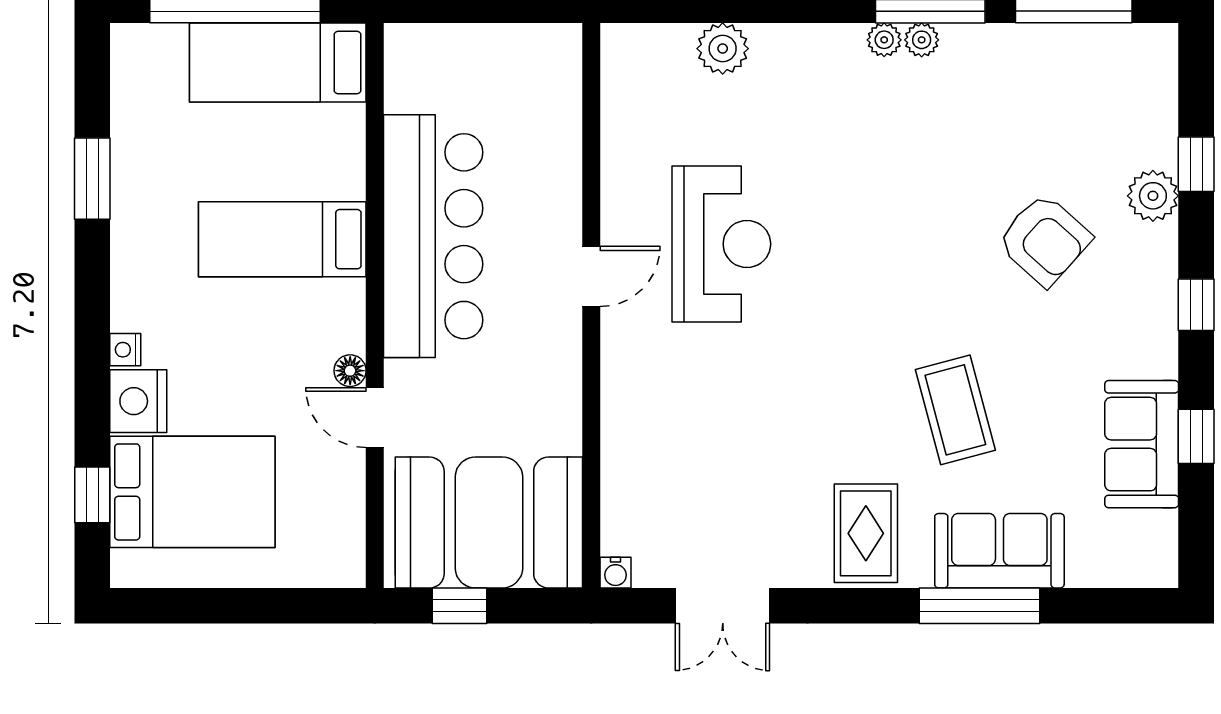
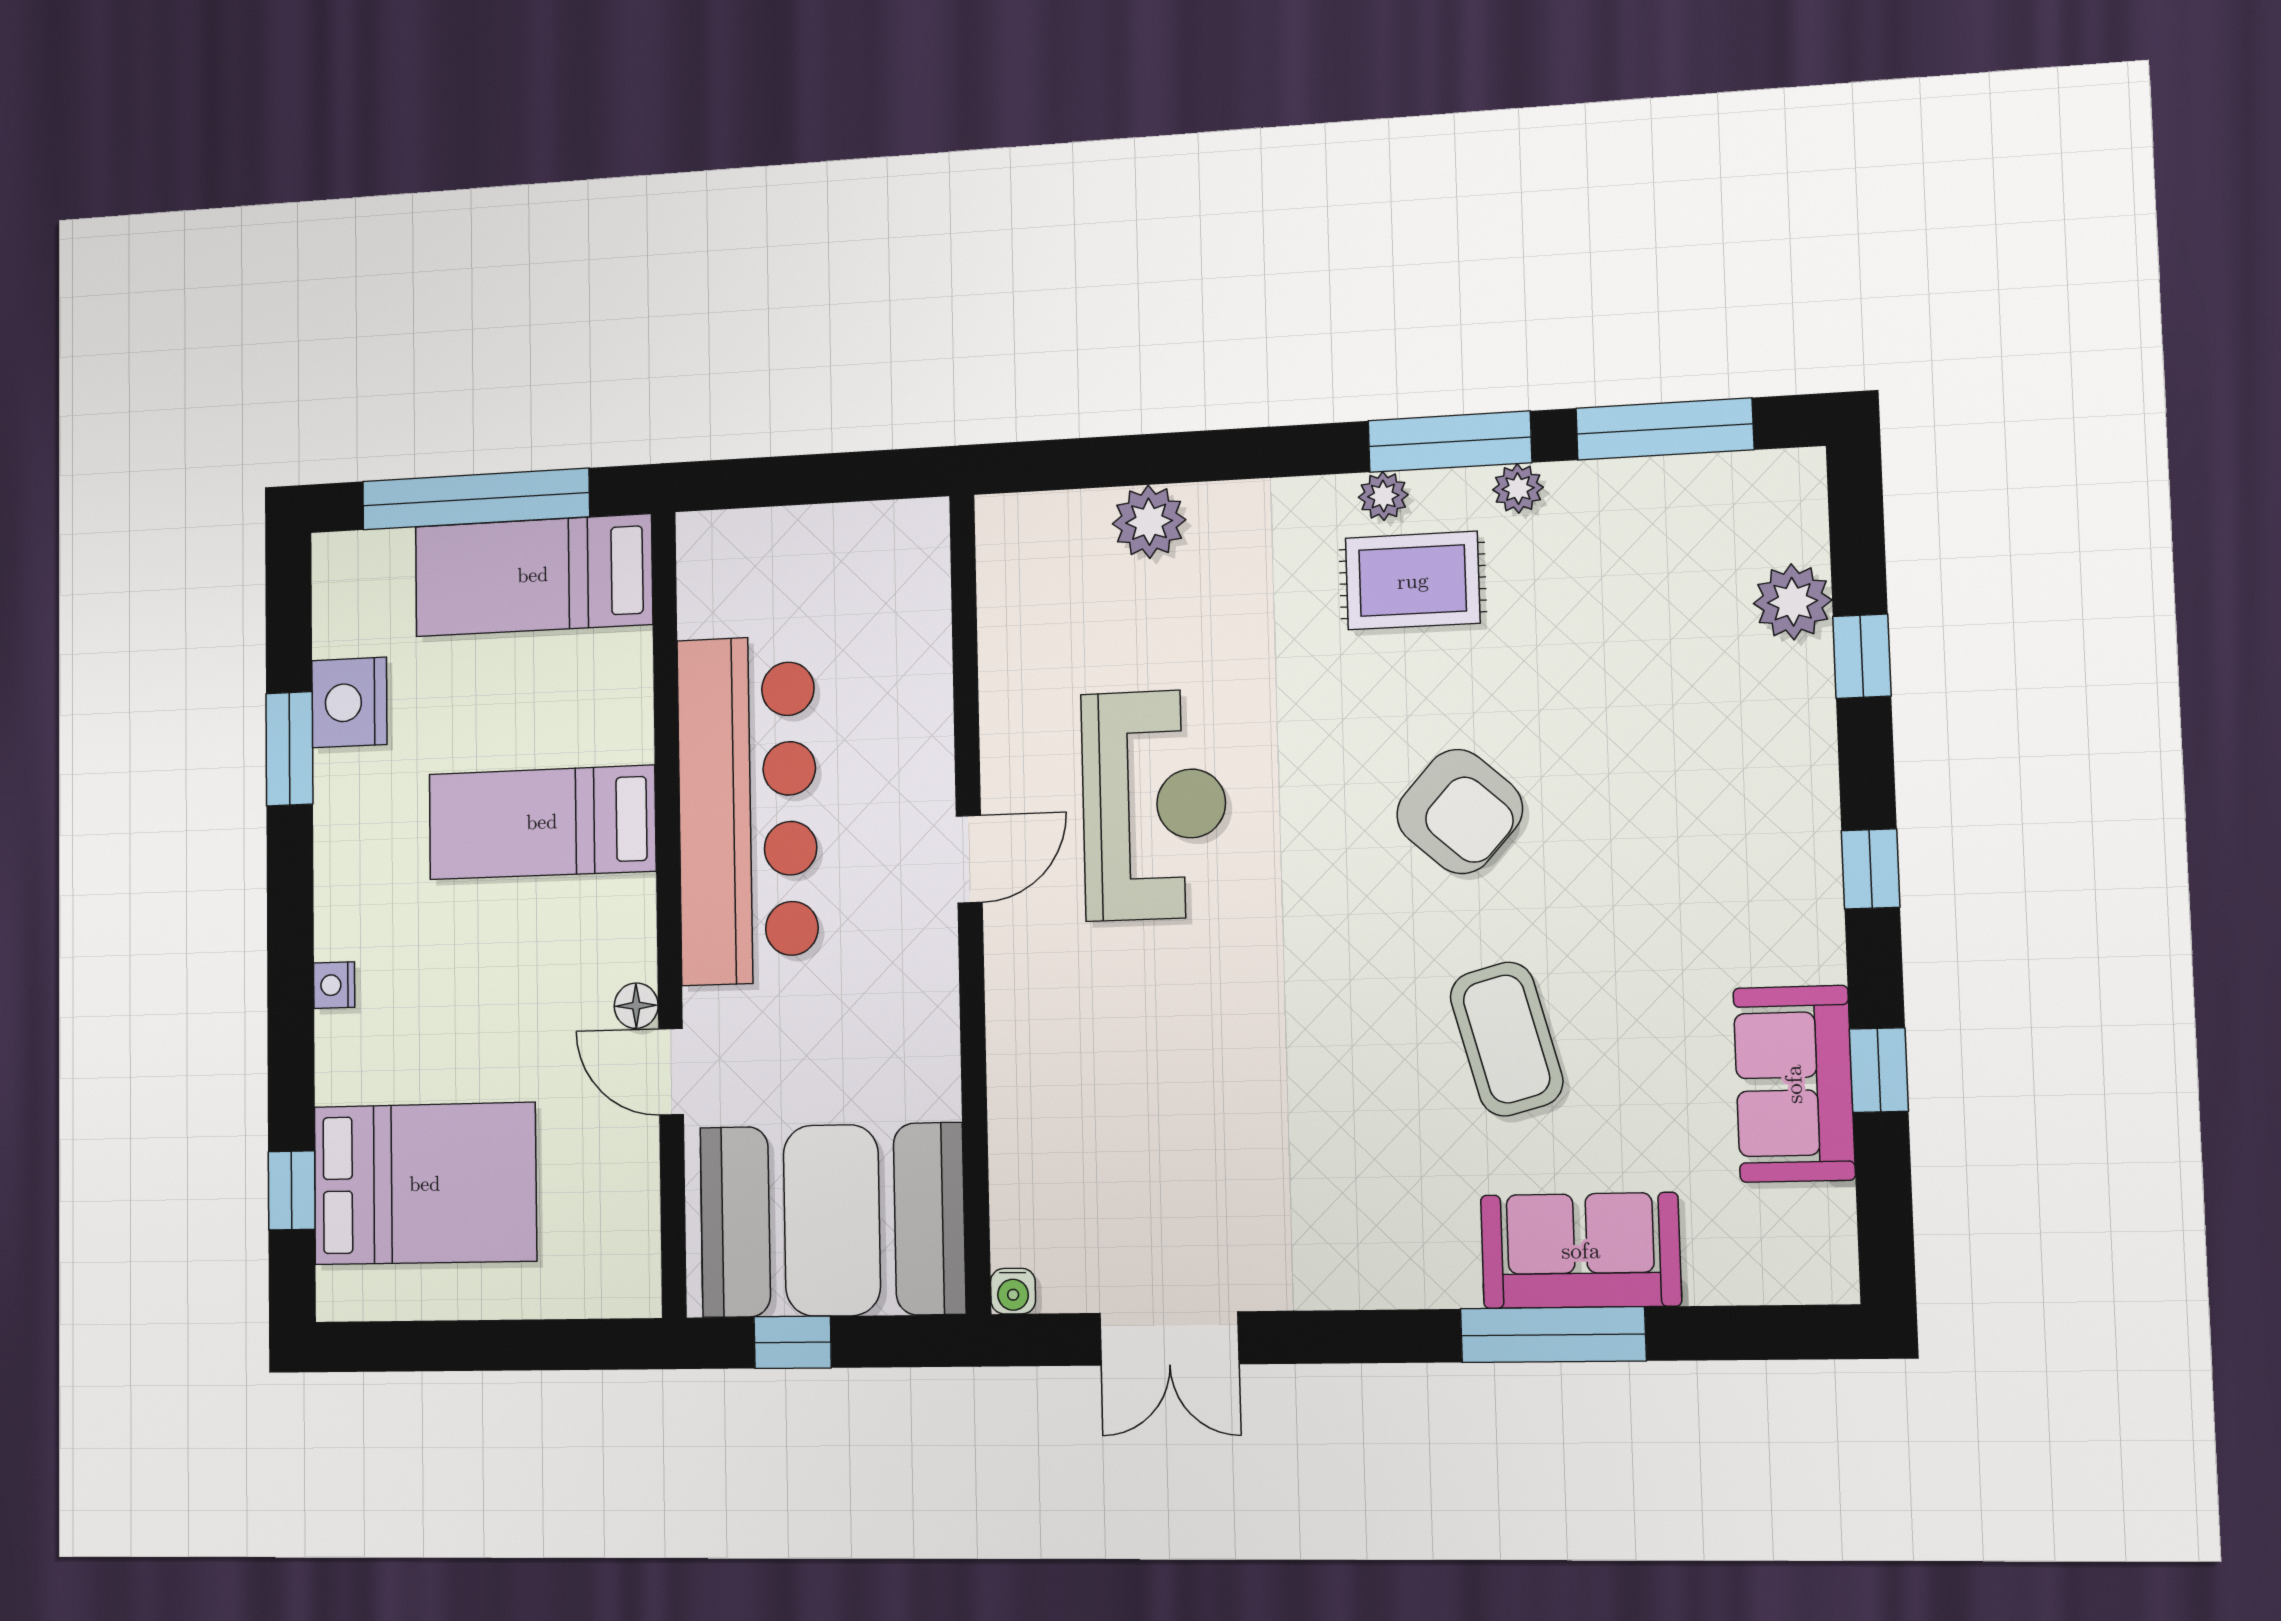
plant: (922, 40) -> (1518, 489), moved
plant: (1153, 196) -> (1793, 602), moved
armchair: (1044, 240) -> (1460, 811), moved
nightstand: (138, 401) -> (349, 702), moved
rug: (866, 533) -> (1413, 581), moved, turned 90

